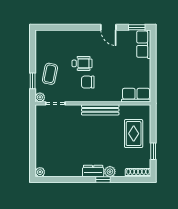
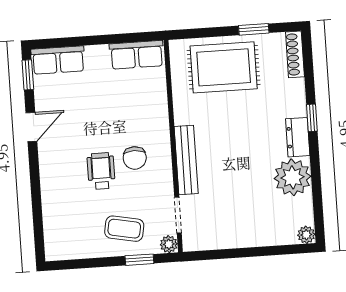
row of seats: (136, 95) -> (137, 55), moved, turned -90
bench: (100, 110) -> (186, 160), moved
rug: (134, 134) -> (224, 67), width x1.36, depth x1.43
plant: (110, 172) -> (293, 177), moved, width x1.88, depth x1.88

